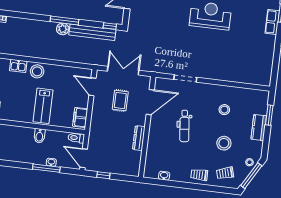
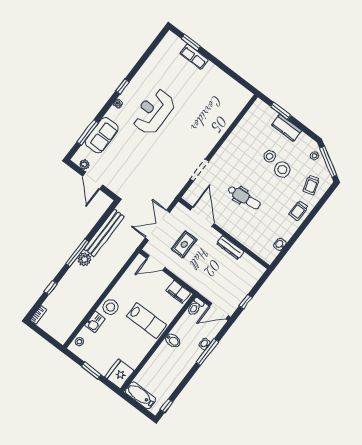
window: (110, 26) -> (51, 288), moved
rug: (120, 101) -> (184, 244), turned 90
stool: (224, 110) -> (270, 156), moved

